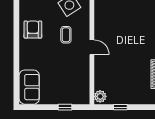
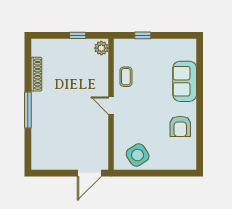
coffee table: (66, 35) -> (126, 77), moved
sofa: (29, 87) -> (185, 81), moved

